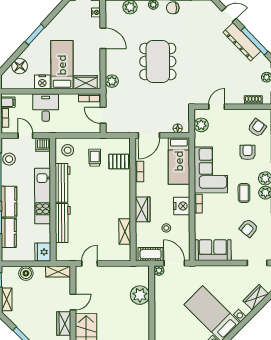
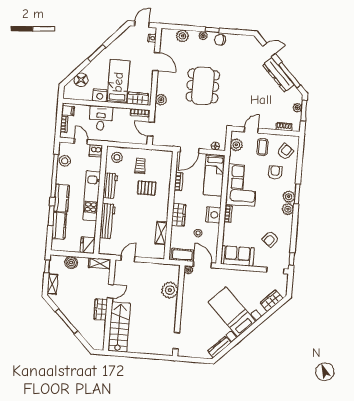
pallet: (119, 162) -> (147, 188), moved
workbench: (63, 183) -> (110, 186), width x0.73
coffee table: (244, 193) -> (263, 147), moved

